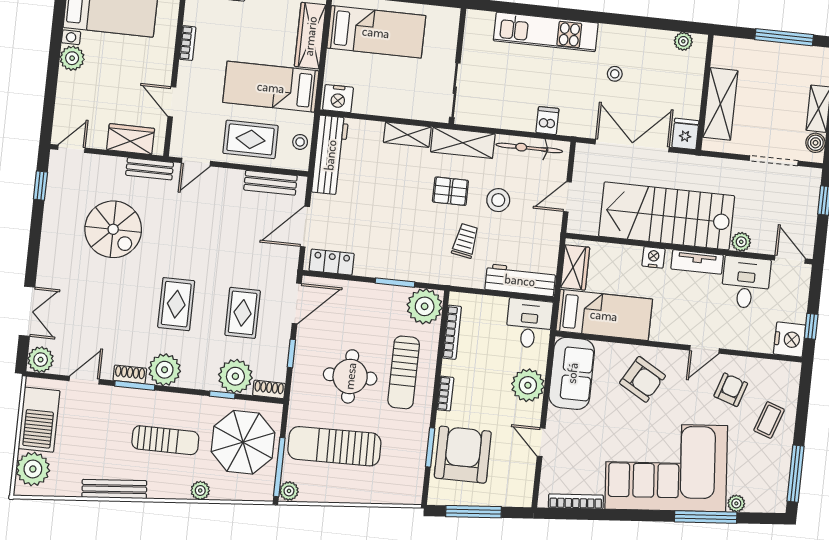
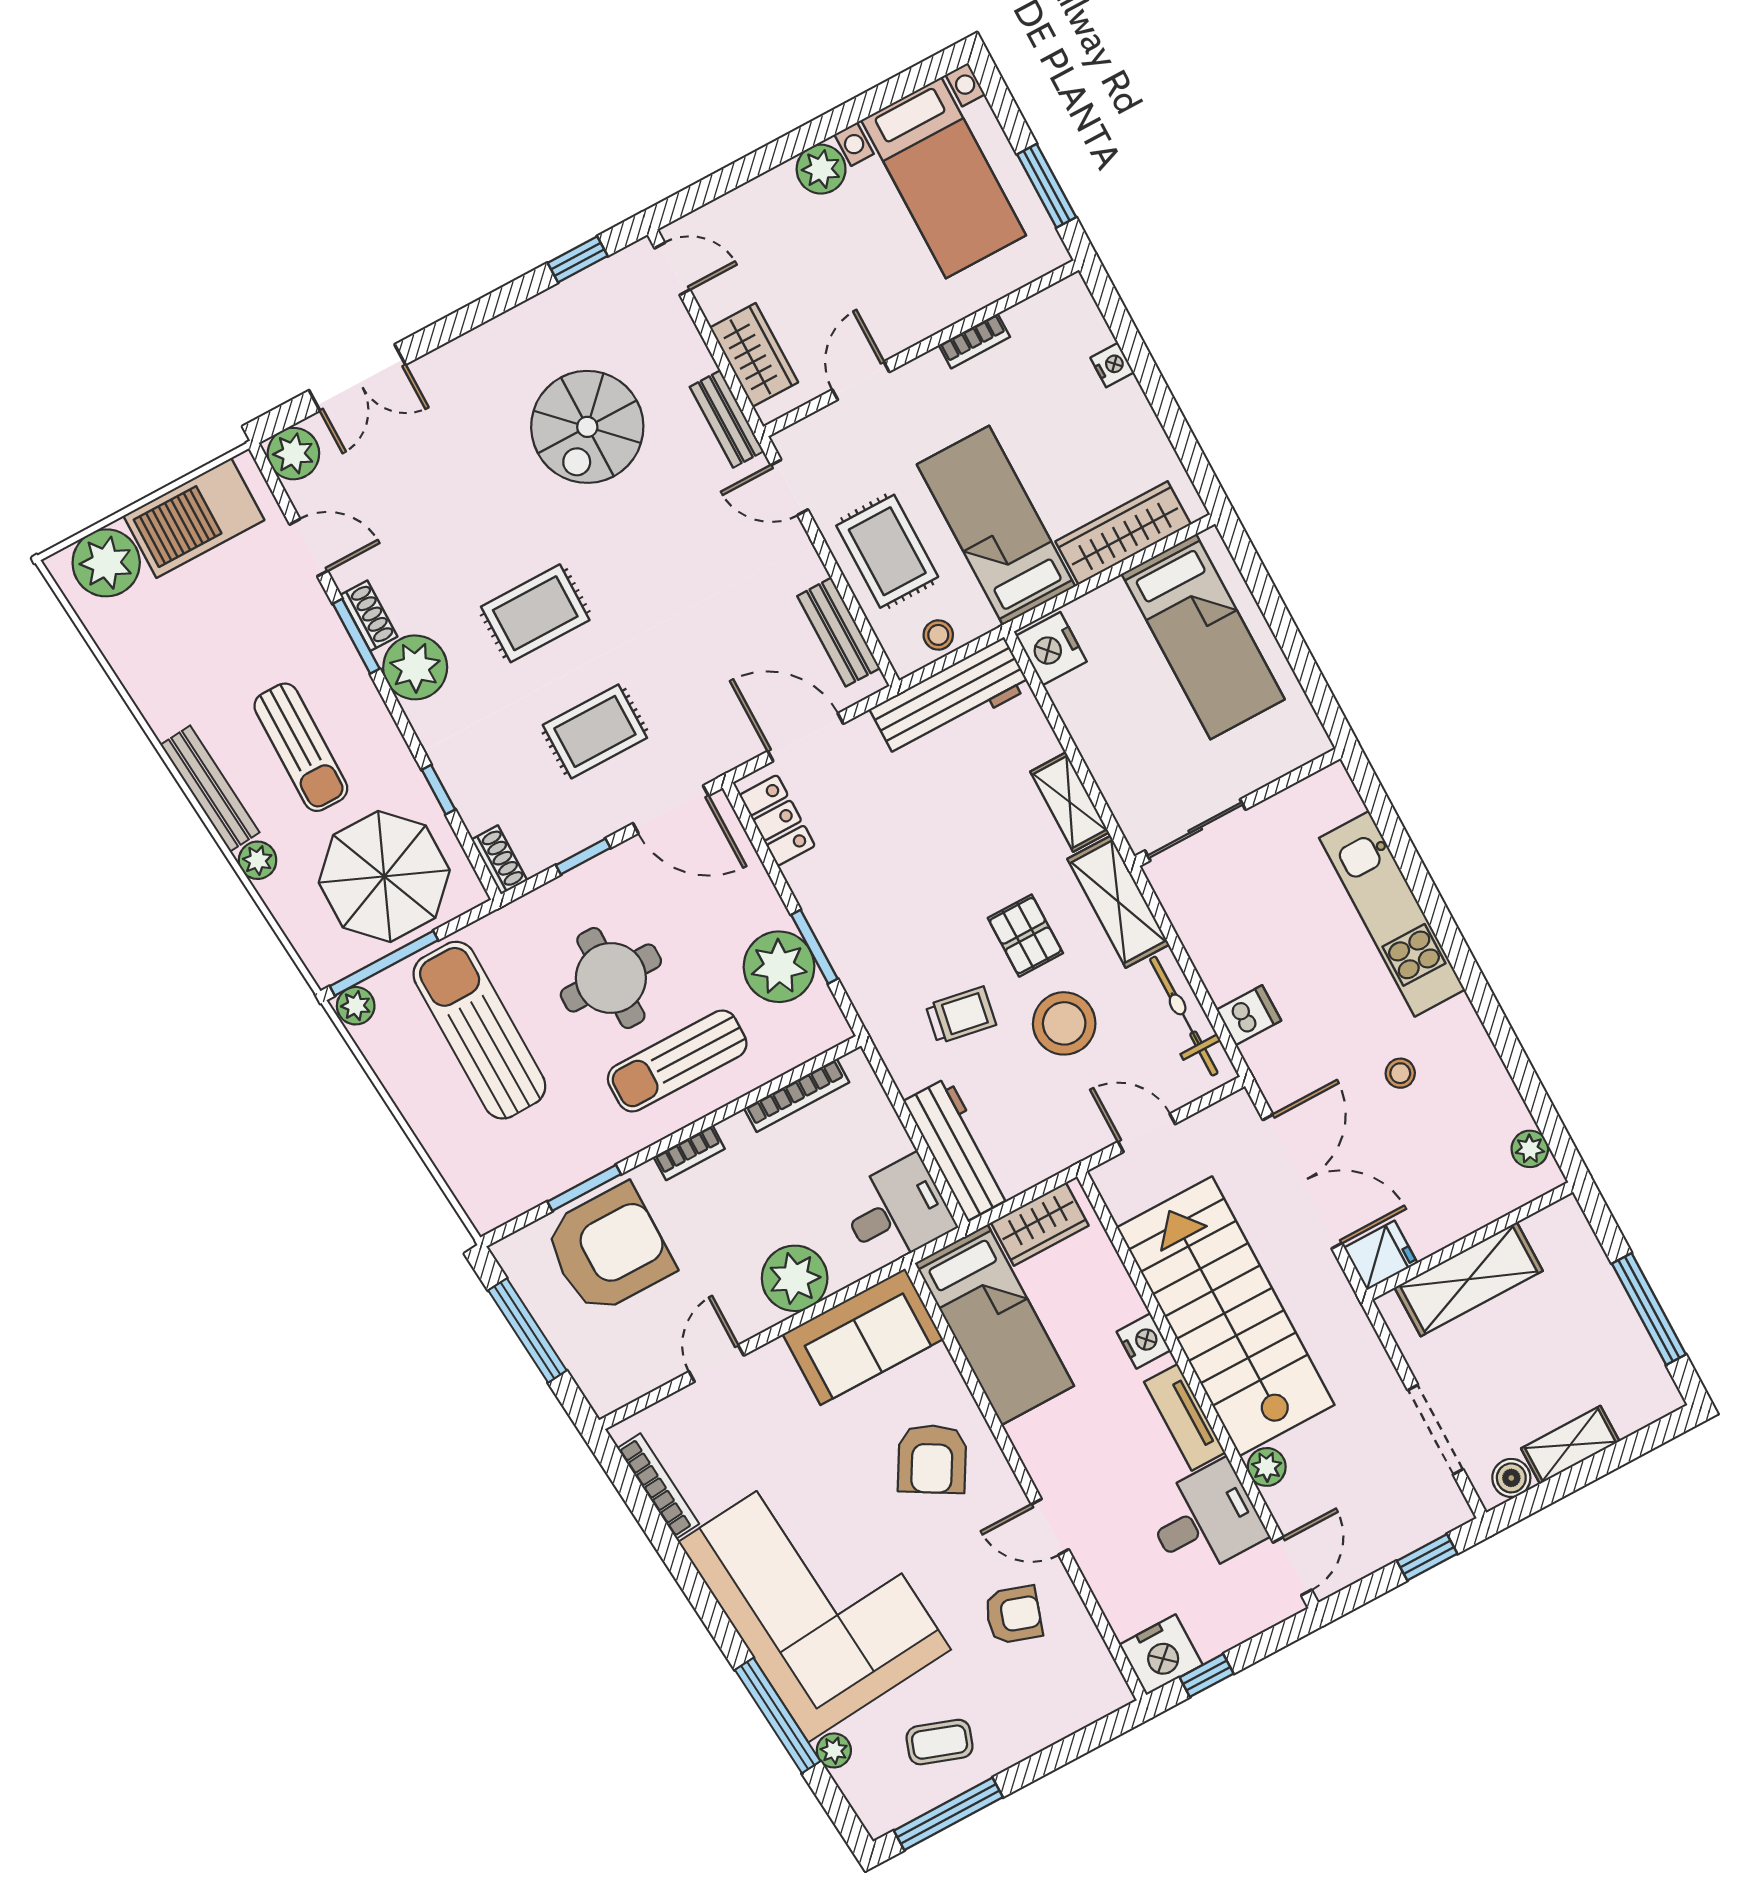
stool: (498, 200) -> (1064, 1023), width x1.38, depth x1.38
plant: (425, 306) -> (779, 967), moved
plant: (235, 376) -> (483, 790), removed
coffee table: (769, 420) -> (940, 1742), moved
bench: (114, 489) -> (210, 789), moved

